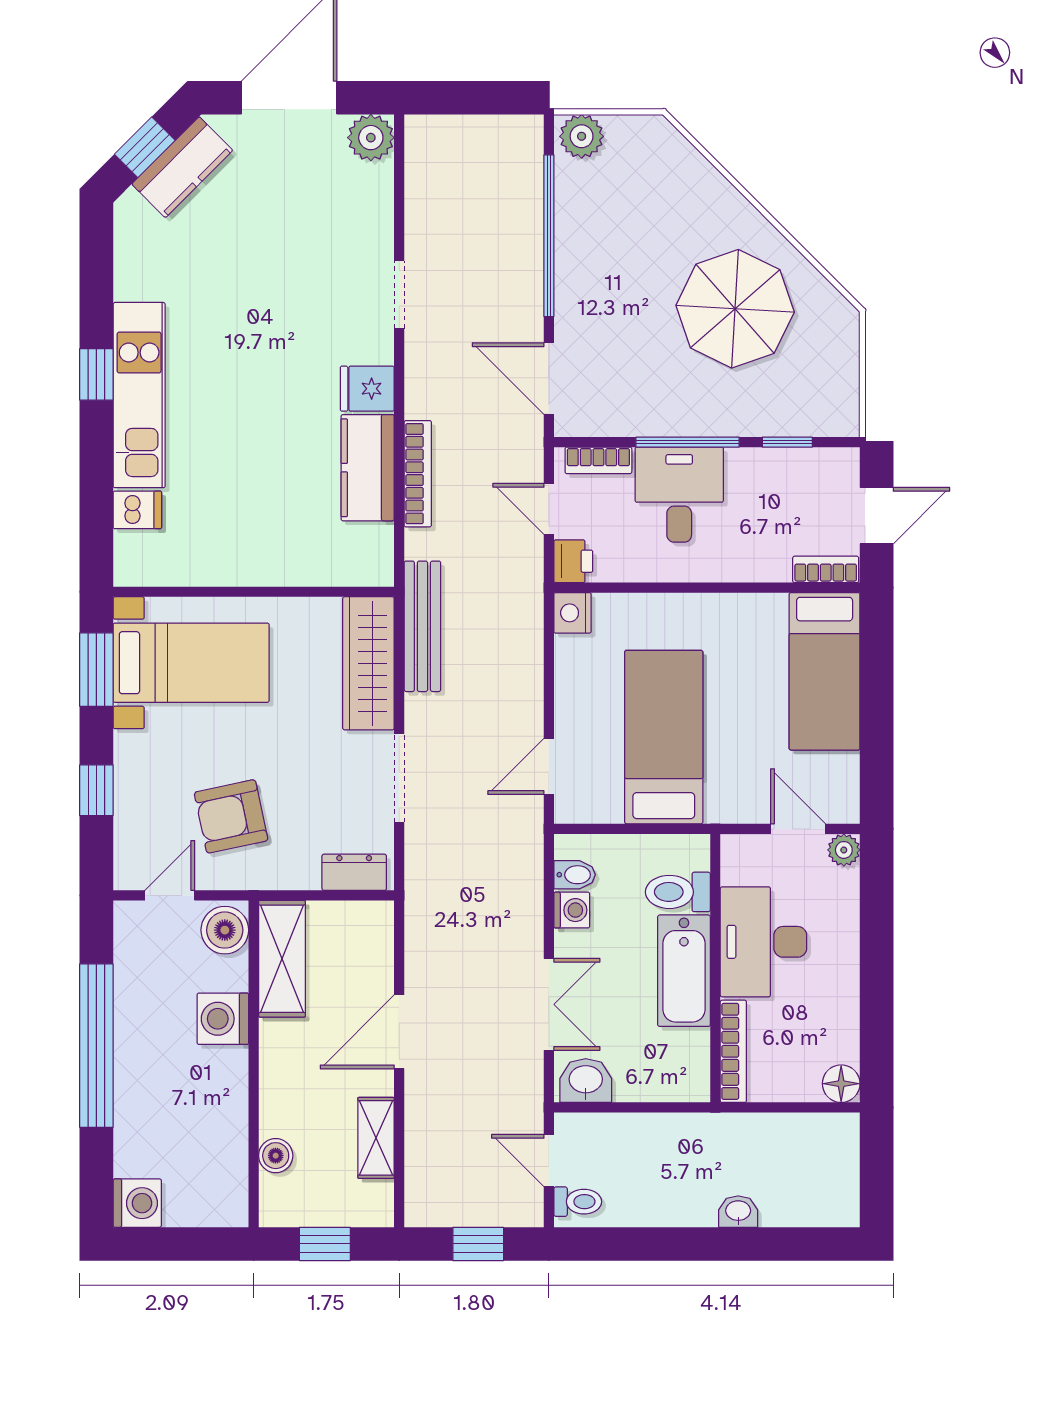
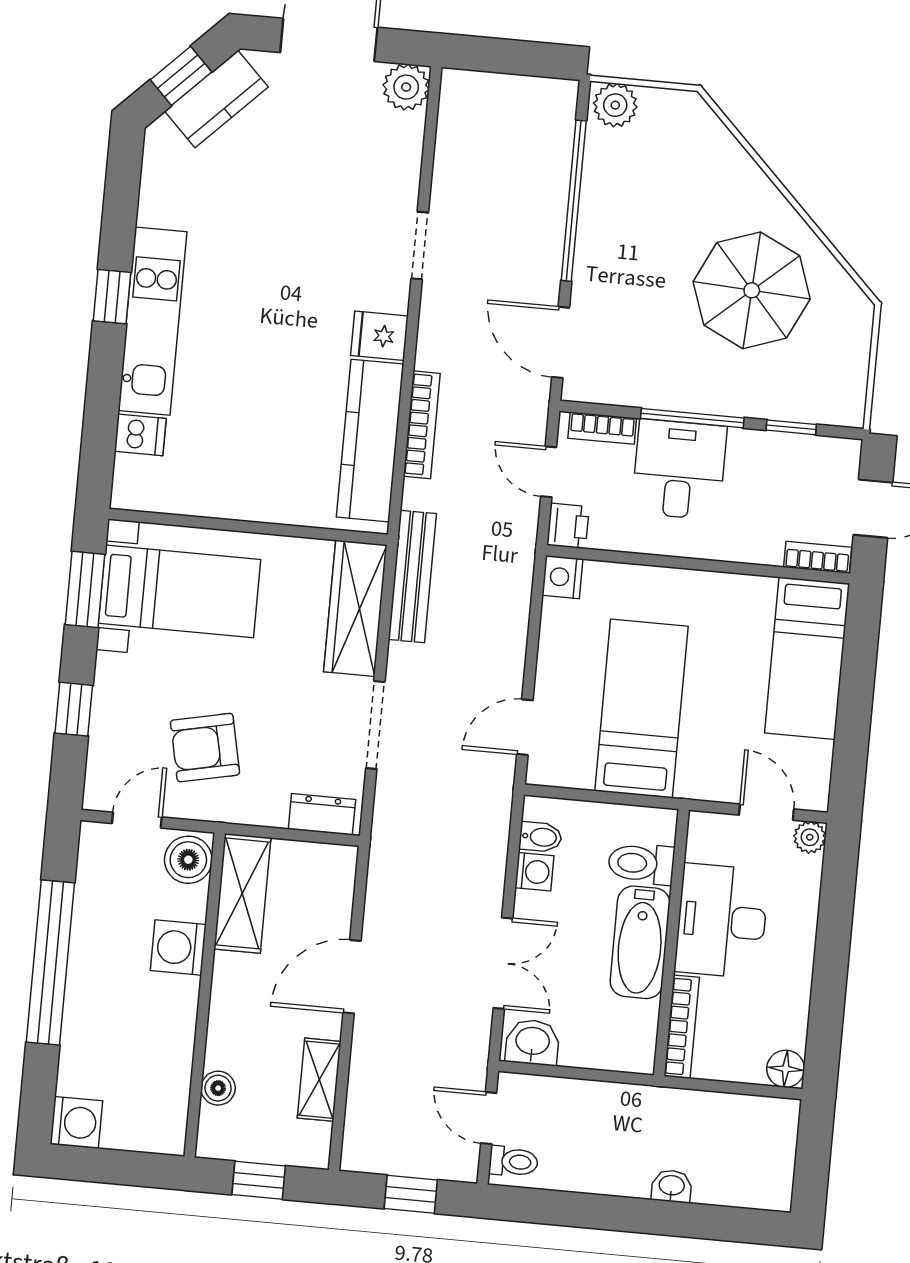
kitchen counter: (368, 468) -> (370, 441), width x1.50

